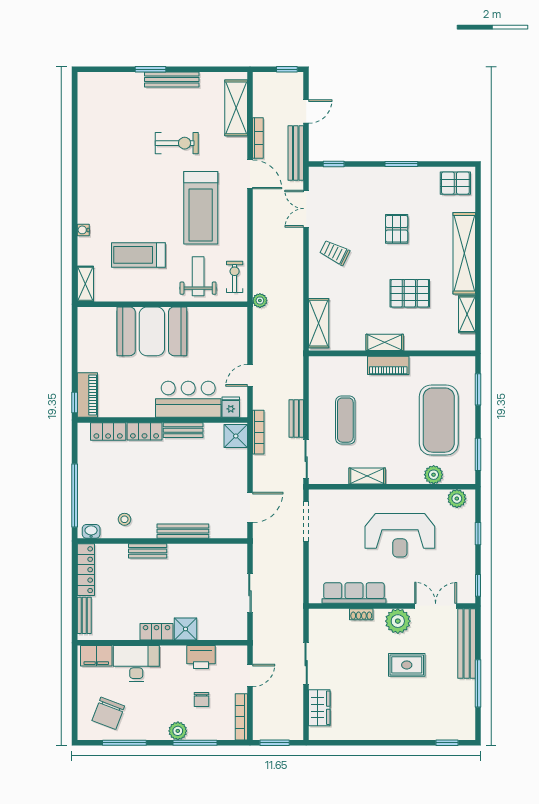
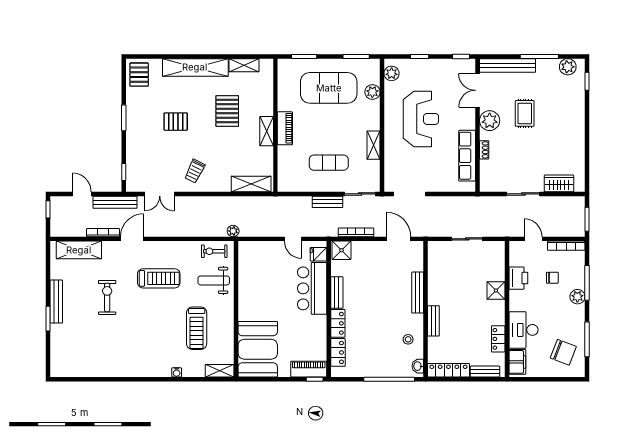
treadmill: (201, 208) -> (159, 278), width x0.73, depth x0.73
booth: (152, 331) -> (258, 349), moved
bookcase: (258, 432) -> (356, 232), moved
locker: (157, 632) -> (498, 339), moved
plant: (465, 719) -> (568, 67), added

